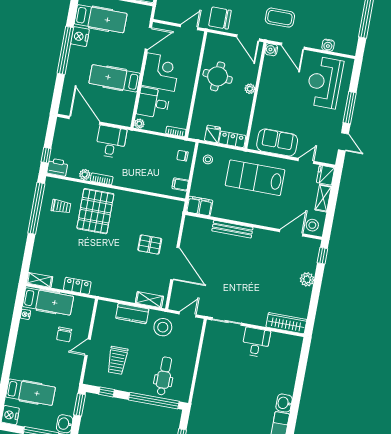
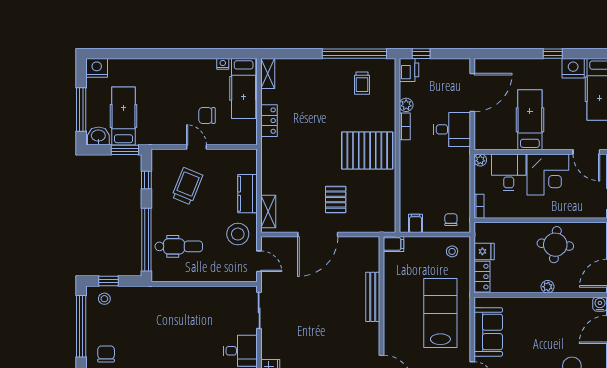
window: (65, 50) -> (553, 54), width x0.32
filing cabinet: (199, 206) -> (393, 244), width x0.50
pallet: (95, 211) -> (367, 150), moved
trolley: (117, 360) -> (187, 186), turned 112
hospital bed: (30, 392) -> (124, 116), moved, turned 180

